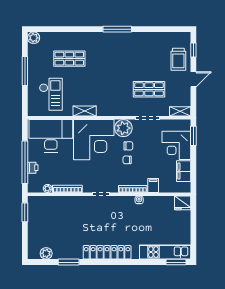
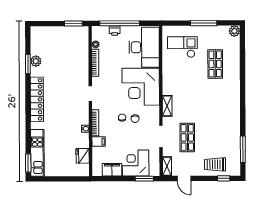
window: (117, 29) -> (243, 149), moved
door: (193, 79) -> (184, 178), moved
checkout: (51, 94) -> (182, 47), turned 180
shelving: (85, 111) -> (167, 106), moved
plant: (123, 128) -> (151, 114), removed
fridge: (183, 203) -> (83, 156), moved
plant: (46, 253) -> (36, 61), moved

